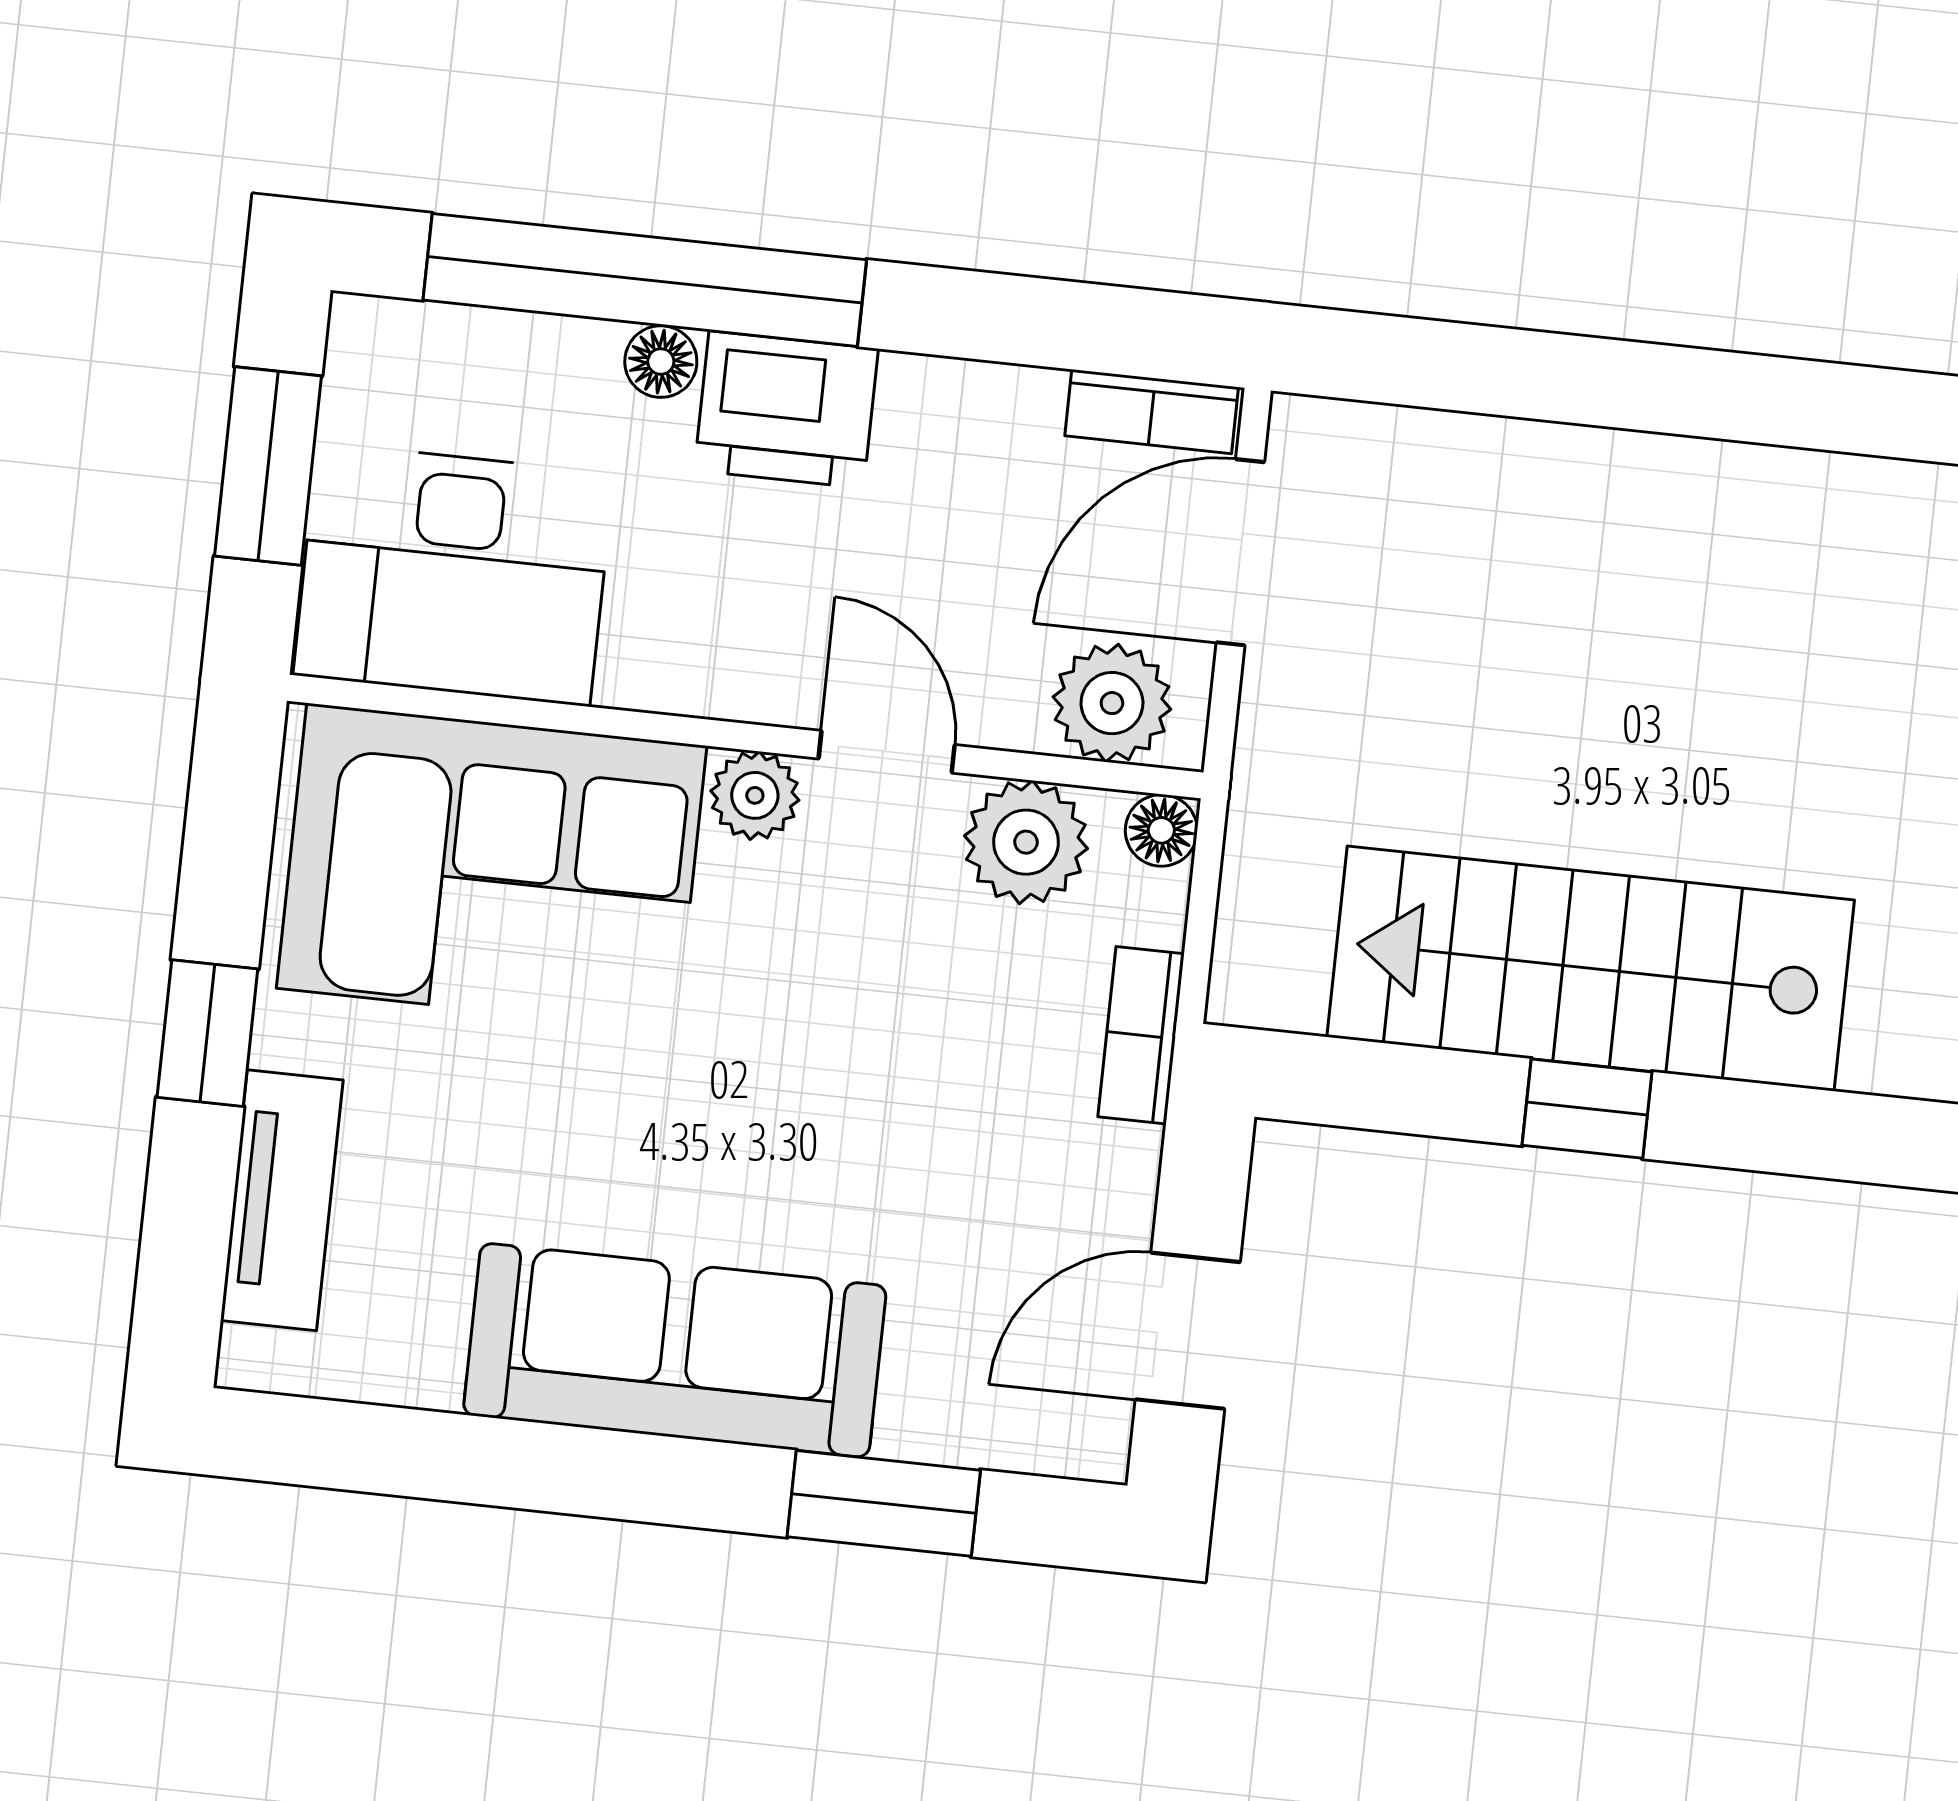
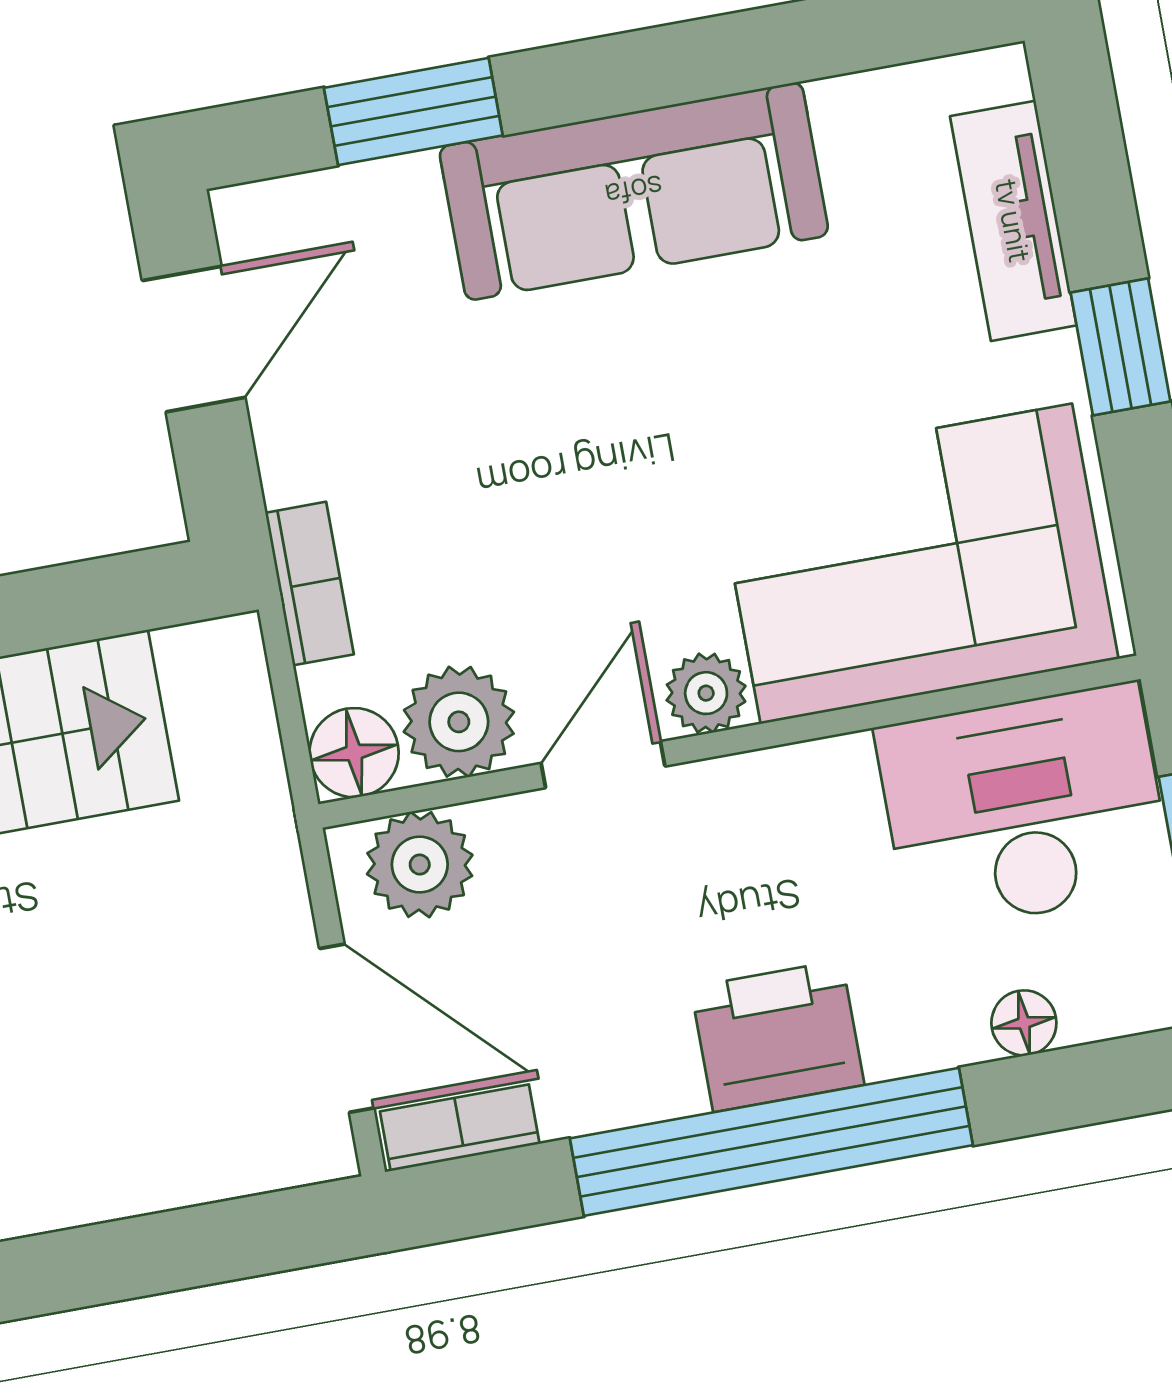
window: (645, 280) -> (771, 1142), moved
floor lamp: (661, 362) -> (1024, 1023), moved
door: (1240, 552) -> (347, 1028), hinge flipped
door: (887, 752) -> (603, 765), swing flipped
floor lamp: (1161, 830) -> (354, 753), width x1.37, depth x1.37

